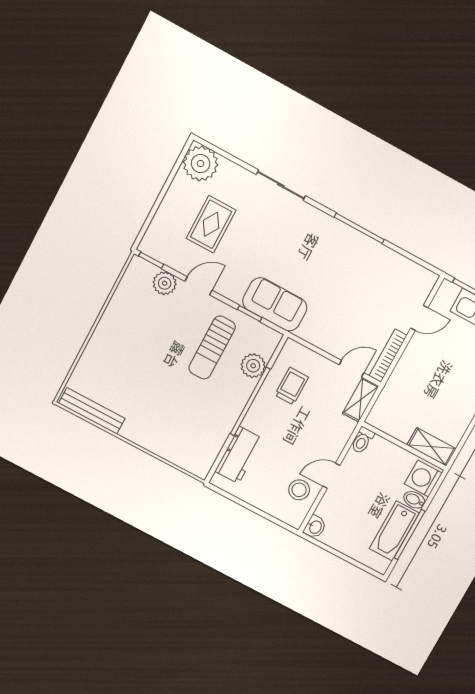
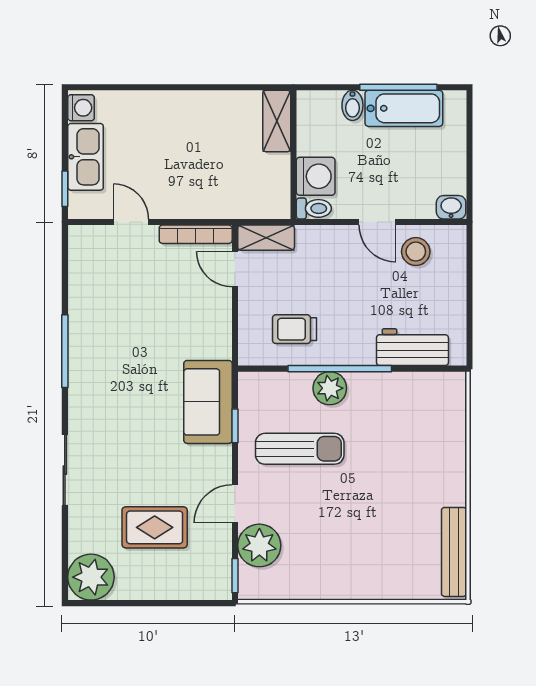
plant: (165, 283) -> (259, 545), width x1.36, depth x1.36
door: (198, 286) -> (235, 504), hinge flipped
plant: (253, 366) -> (330, 388), moved
washing machine: (423, 478) -> (316, 176), moved, turned -90

